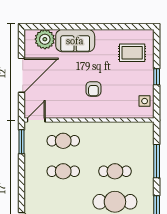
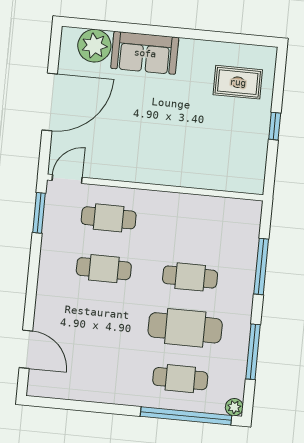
armchair: (93, 89) -> (167, 136), removed
side table: (145, 101) -> (251, 165), removed

